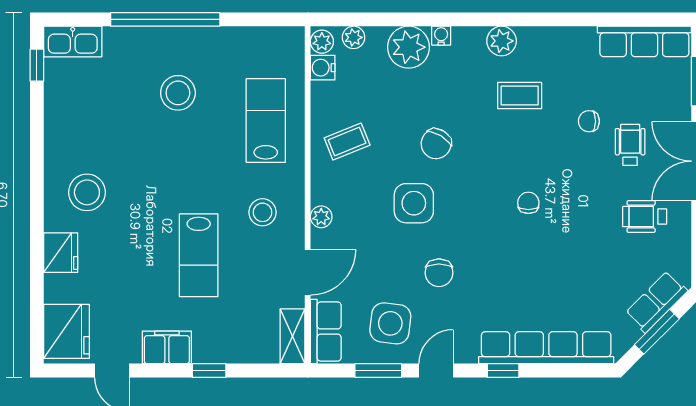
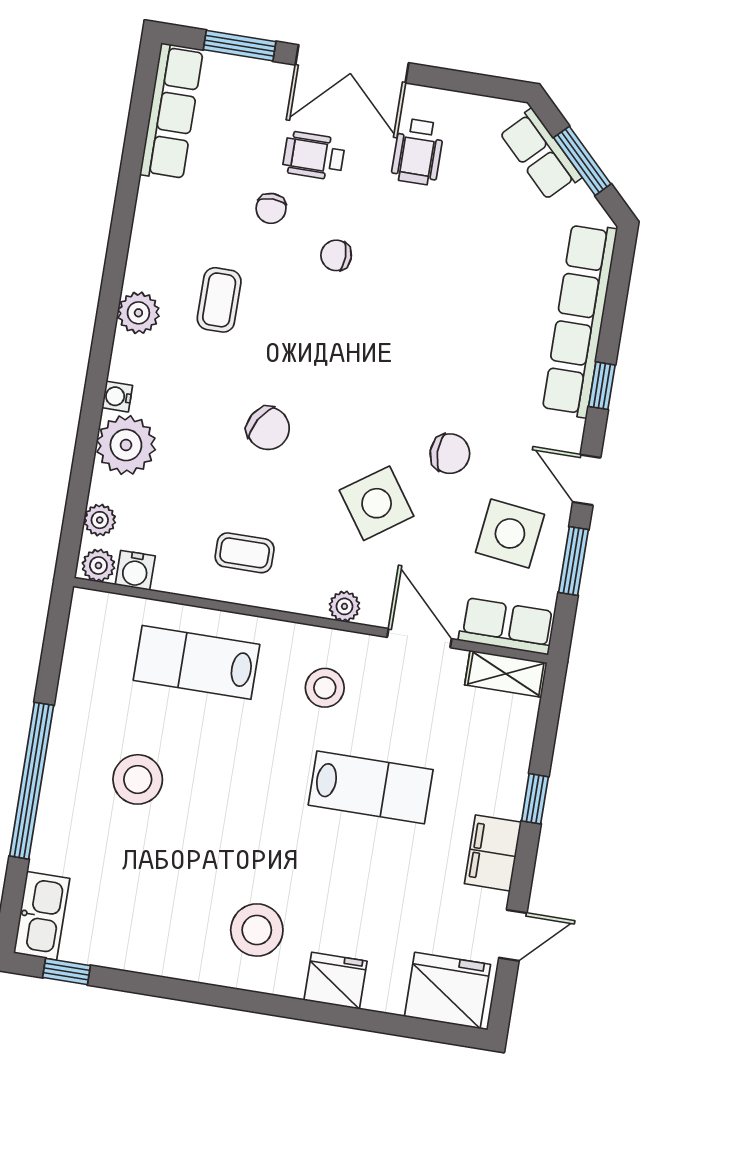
coffee table: (347, 142) -> (245, 553), turned -68
side table: (414, 203) -> (377, 503), moved, turned -35
chair: (528, 203) -> (336, 255), moved

